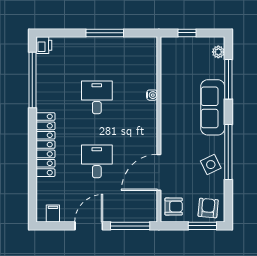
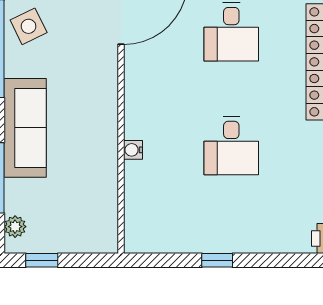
window: (105, 33) -> (217, 260), width x0.46
window: (187, 33) -> (42, 260), moved

